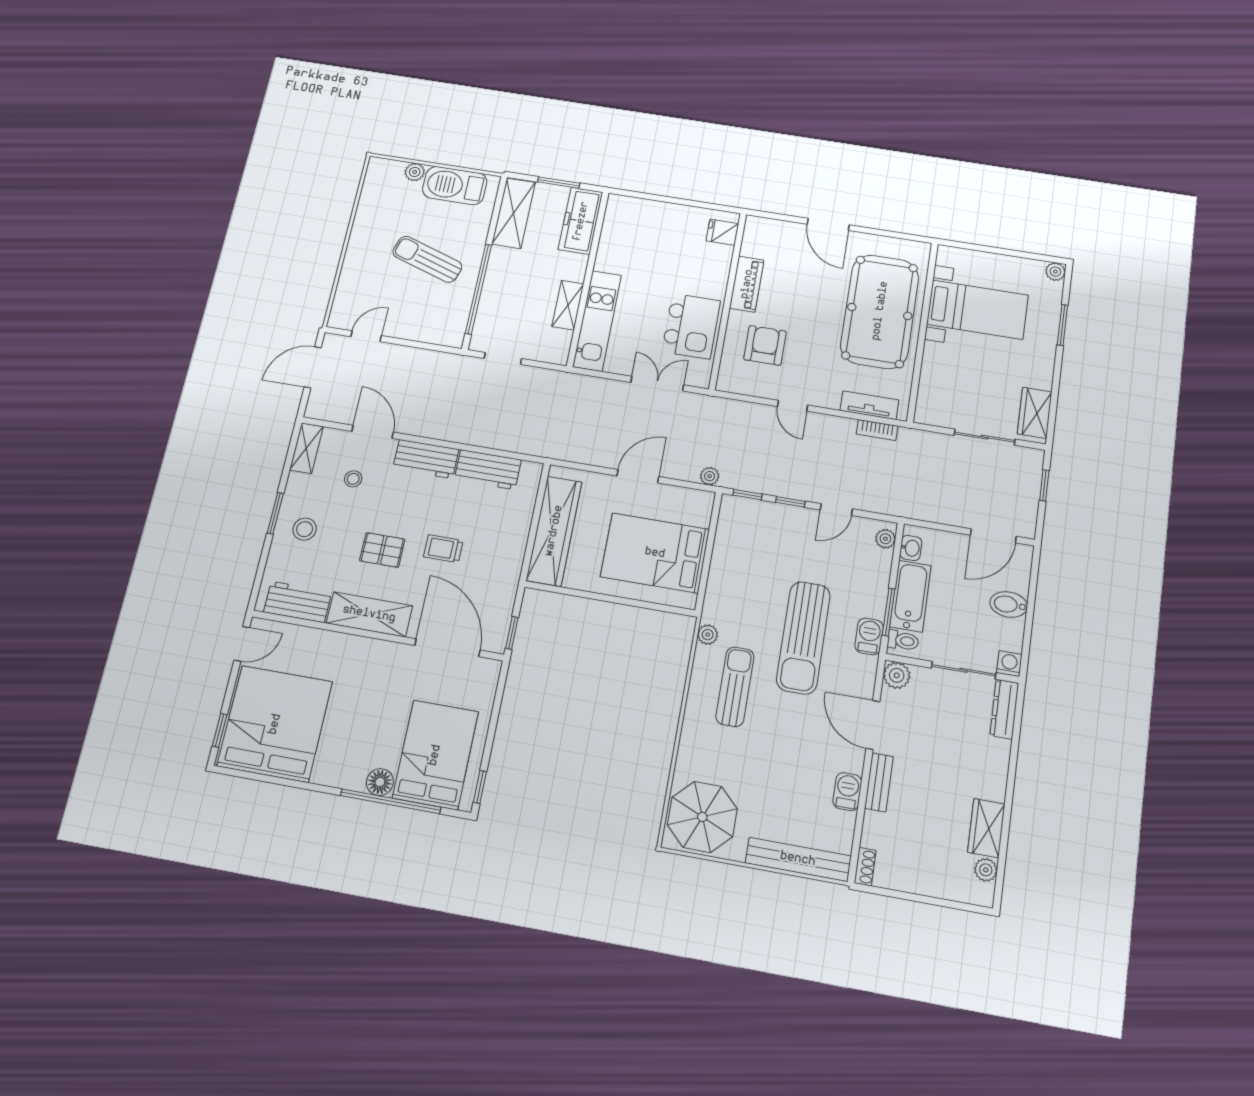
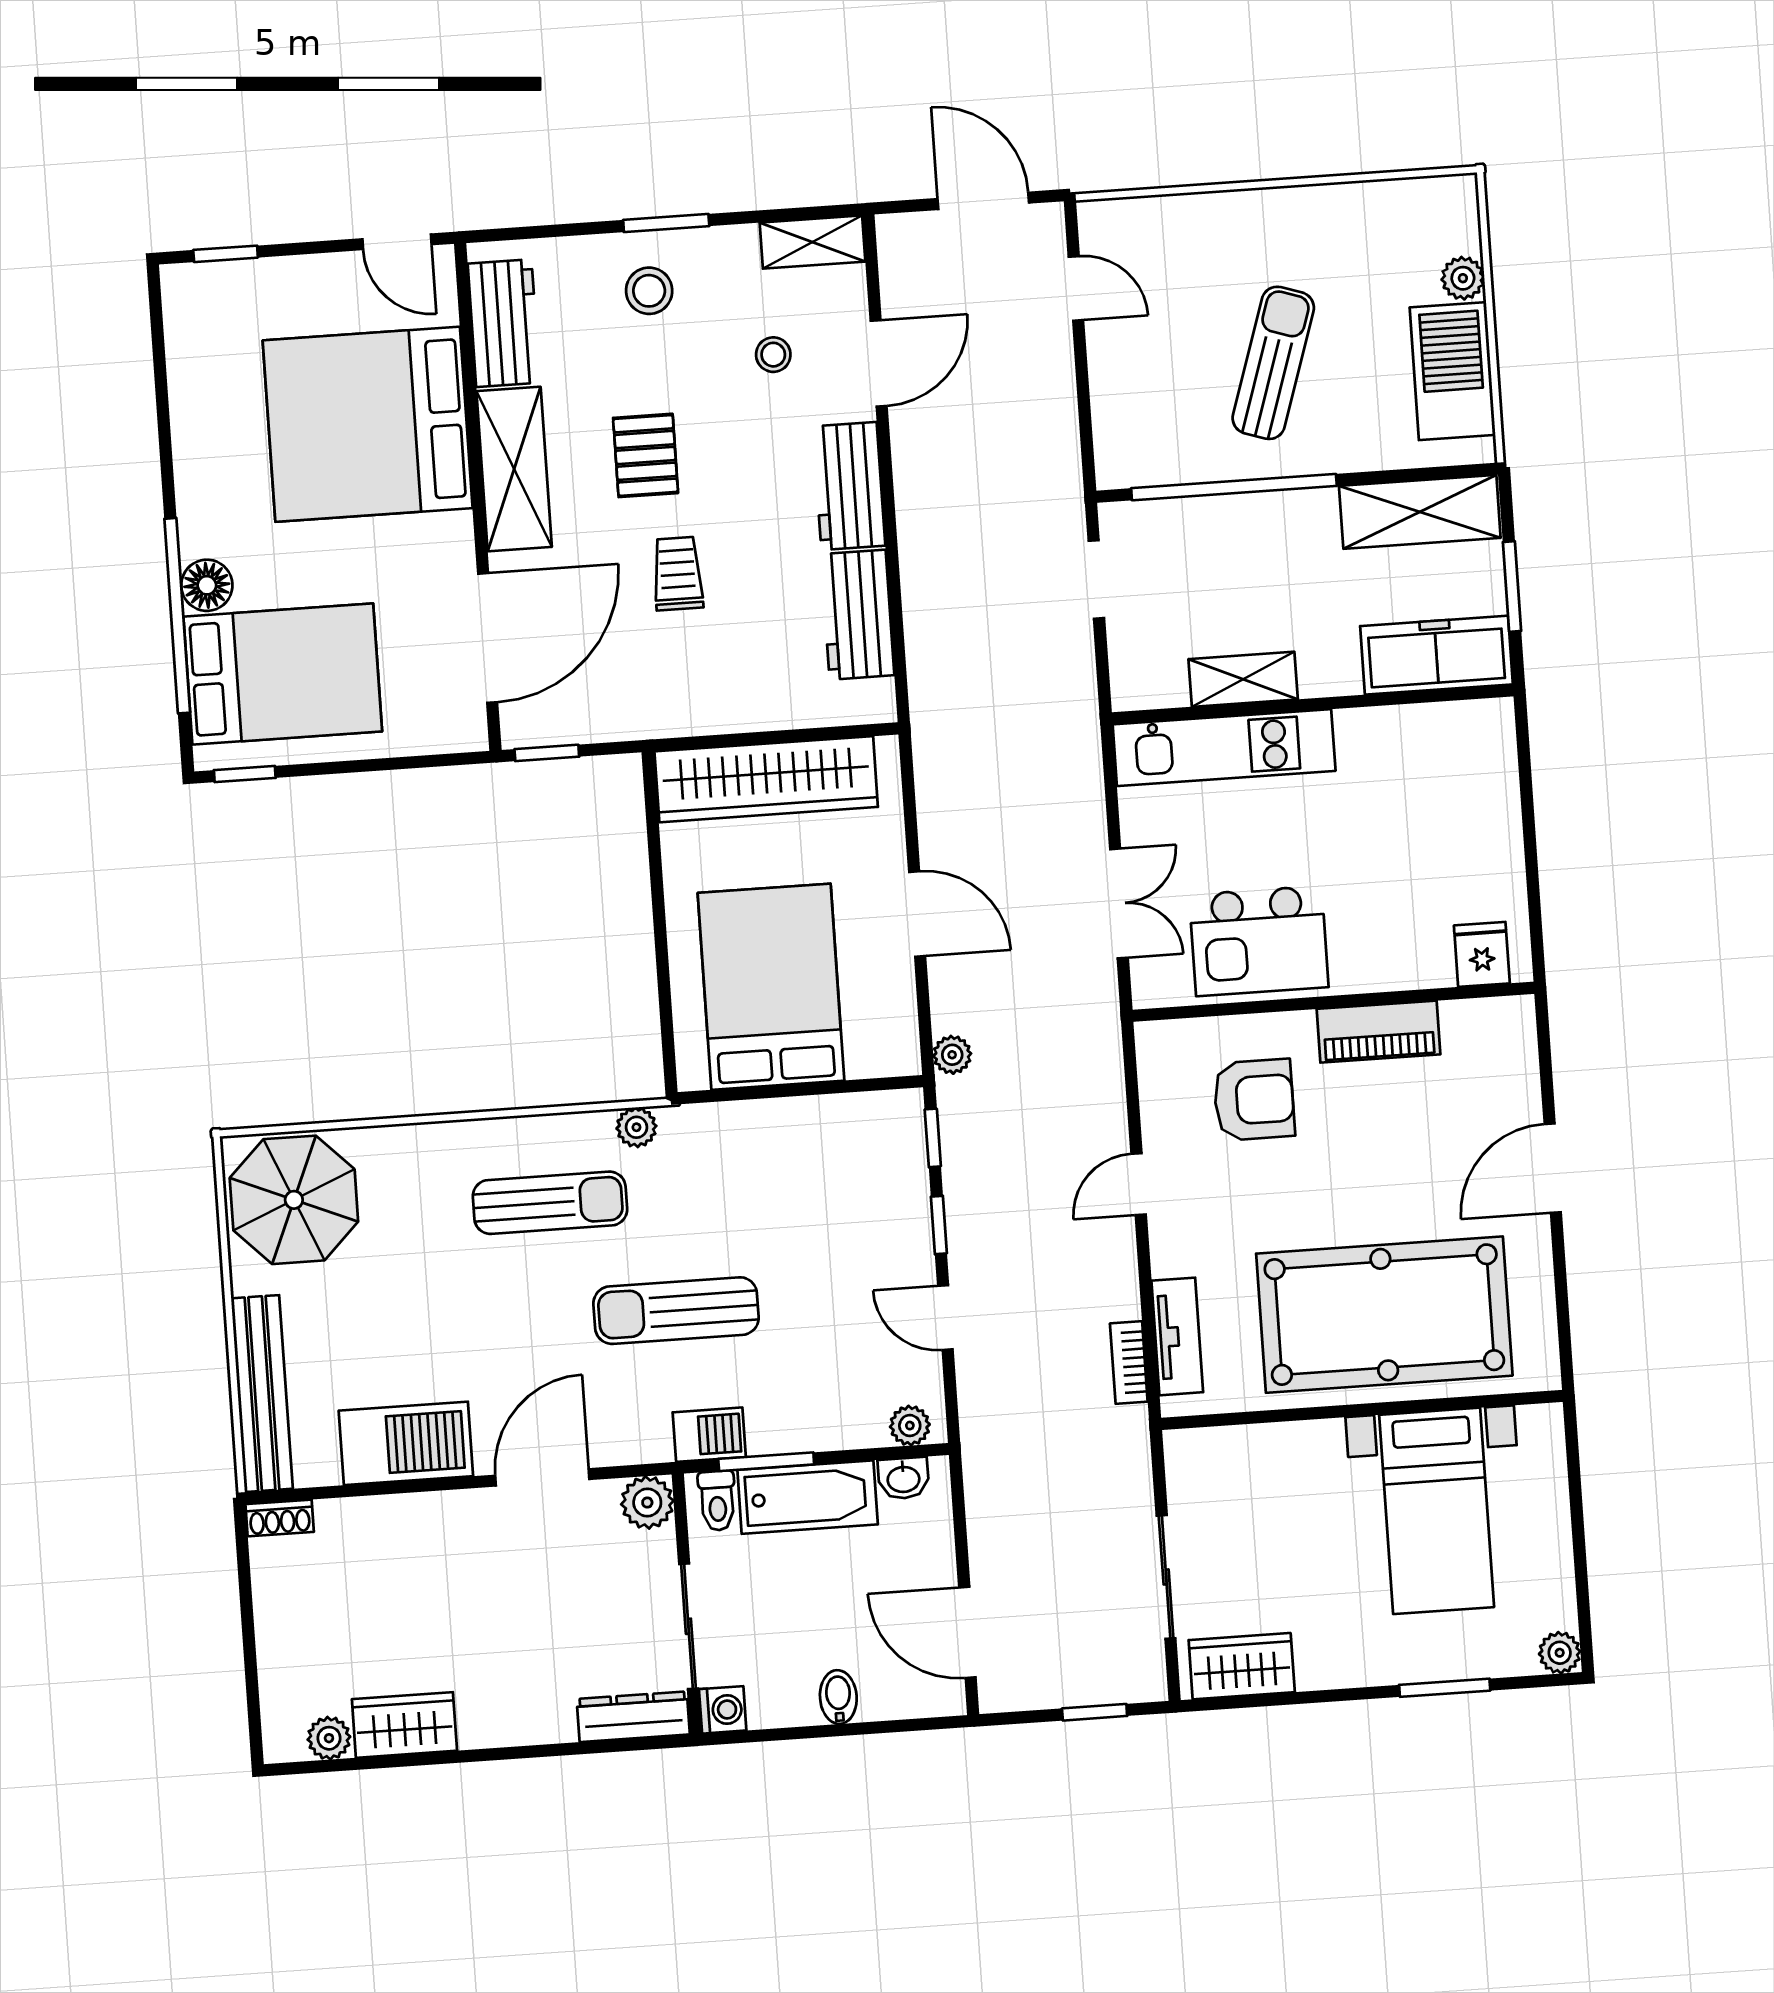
bidet: (1009, 604) -> (838, 1697), width x0.72, depth x0.74
sun lounger: (803, 638) -> (676, 1311), width x0.73, depth x0.75
bed: (275, 724) -> (368, 424), moved, turned 180
bench: (879, 782) -> (438, 1511), removed
barbecue: (847, 792) -> (406, 1443), width x1.88, depth x1.53

